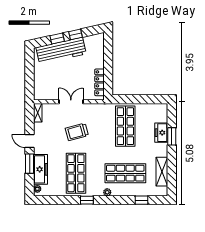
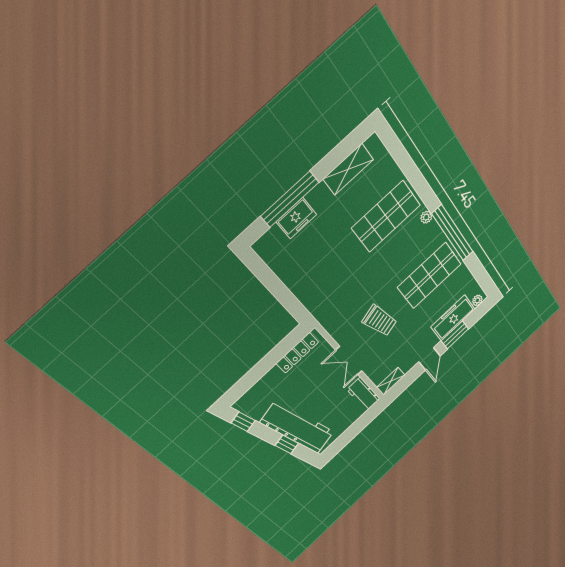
window: (76, 34) -> (243, 422), moved
workbench: (45, 94) -> (364, 394), added
shop shelf: (125, 126) -> (326, 272), removed
window: (172, 136) -> (290, 199), width x2.11
shop shelf: (125, 173) -> (386, 216), turned 90
window: (87, 200) -> (453, 233), width x3.17
window: (142, 200) -> (406, 163), removed

